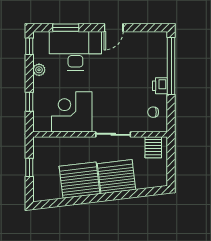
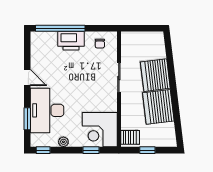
printer: (160, 86) -> (71, 41), width x1.87, depth x1.48
corner desk: (72, 112) -> (100, 130), moved
server rack: (153, 147) -> (130, 137), moved

